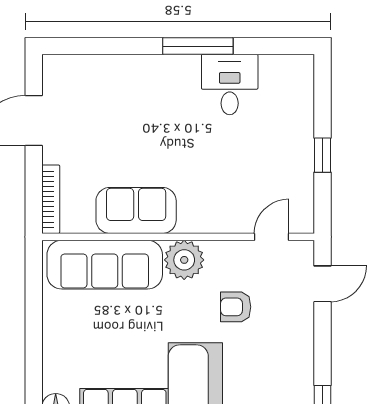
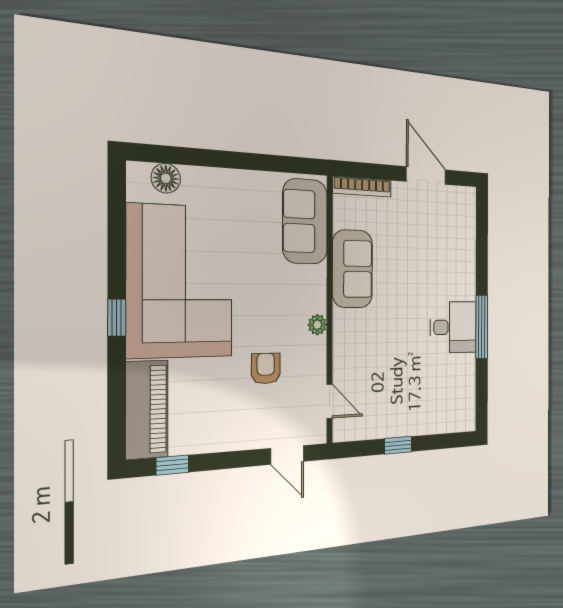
desk: (230, 85) -> (453, 327), moved
plant: (184, 260) -> (317, 325), width x0.53, depth x0.53
sofa: (105, 265) -> (305, 221), width x0.73

